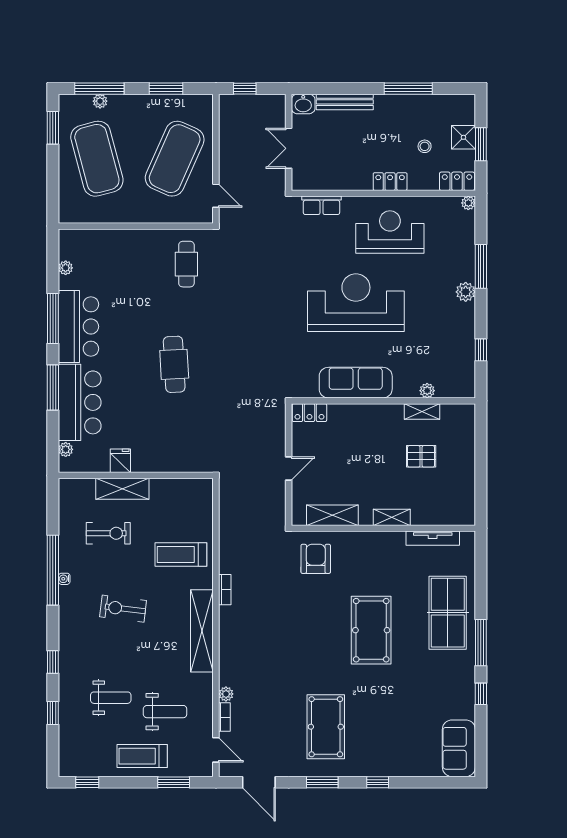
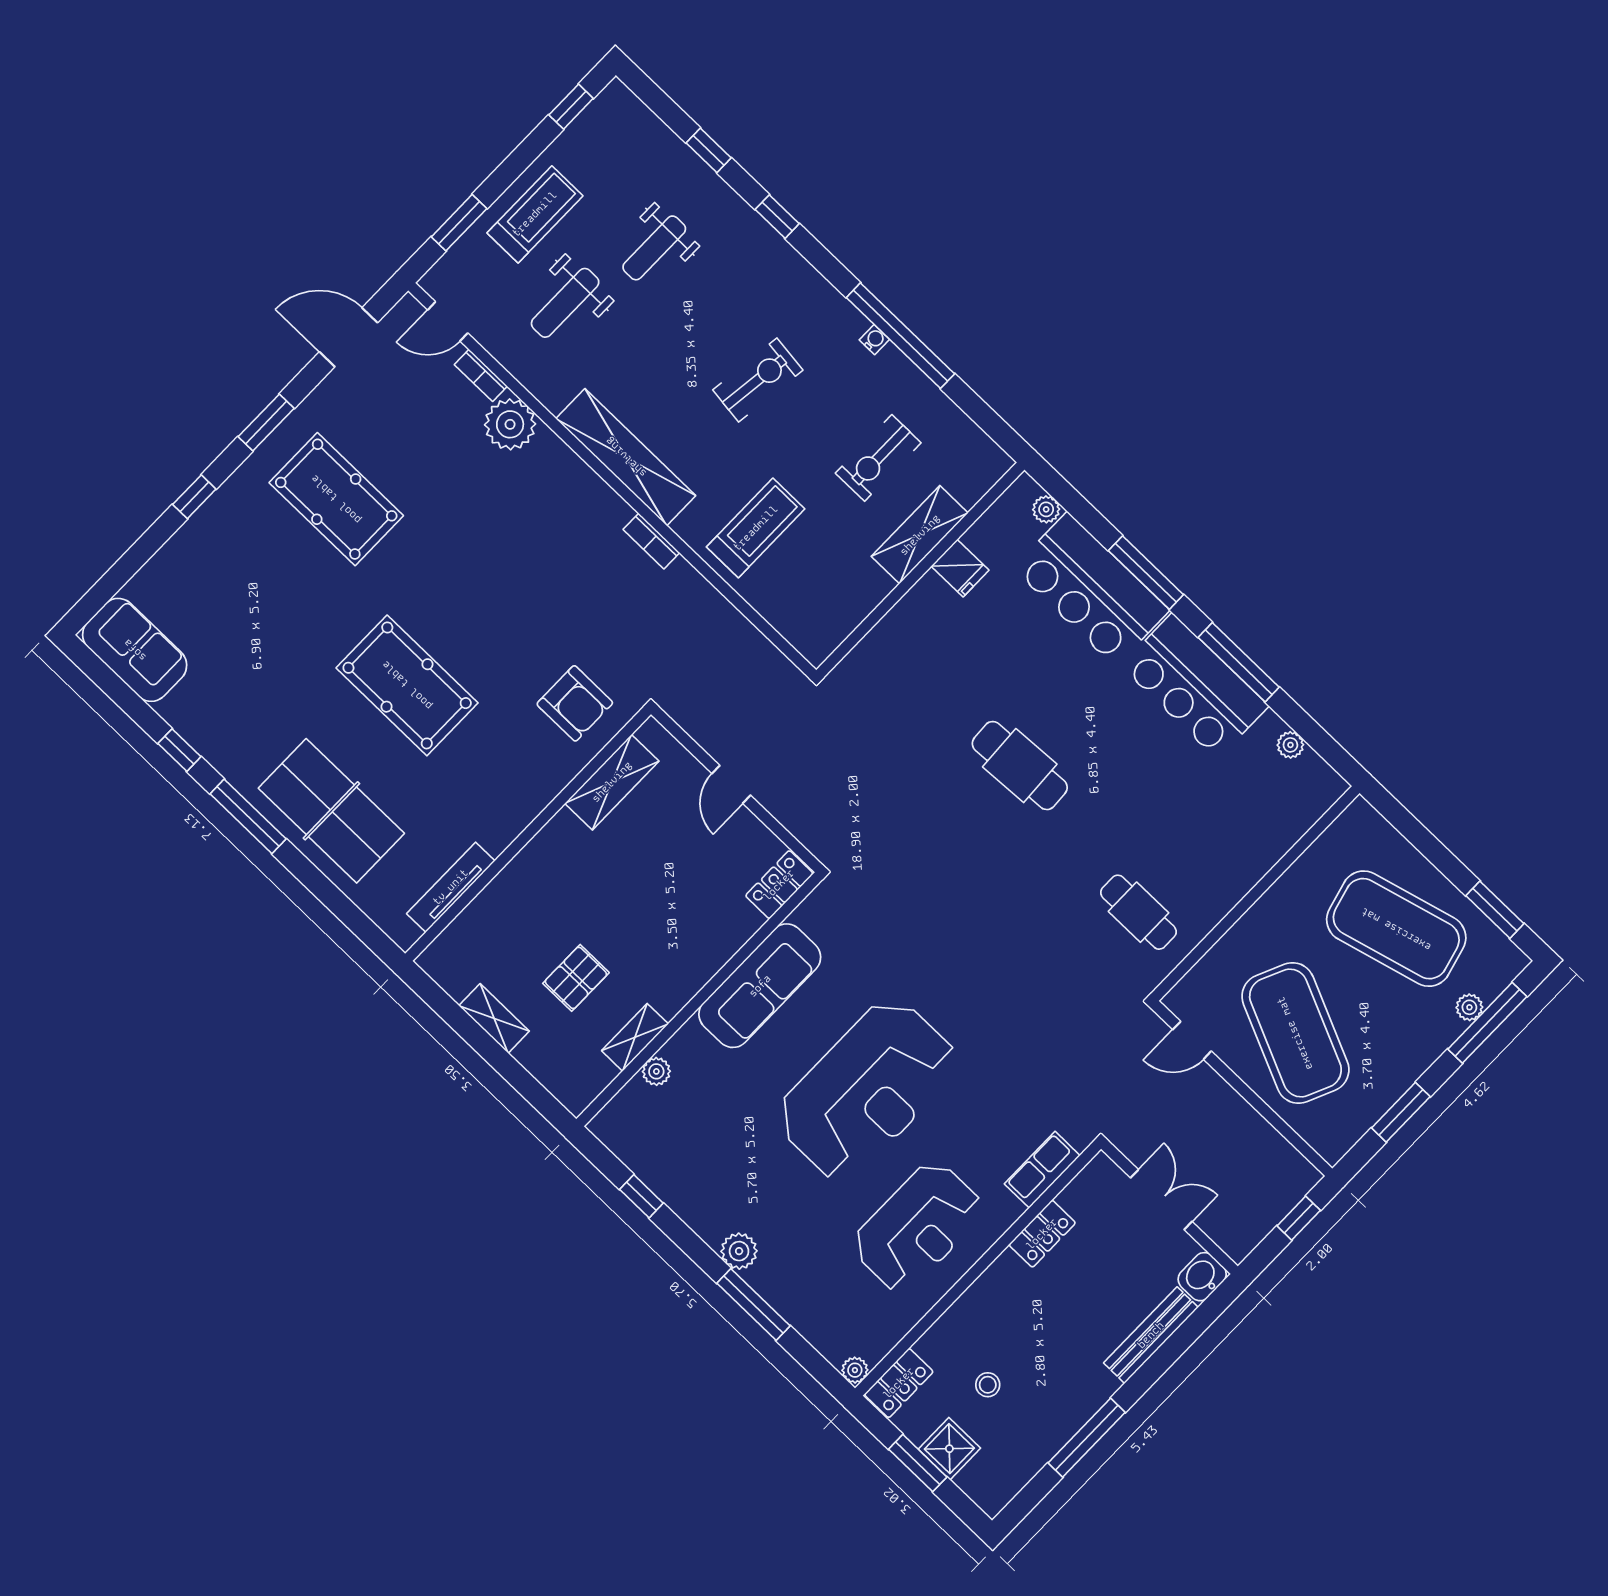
locker: (390, 182) -> (1042, 1234), moved
shelving: (392, 517) -> (494, 1018), moved, turned 90
plant: (226, 694) -> (510, 424), width x1.88, depth x1.88

